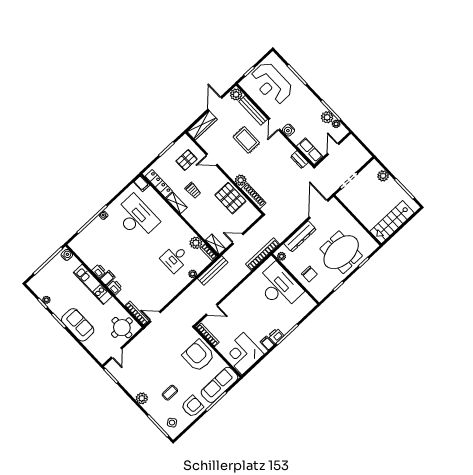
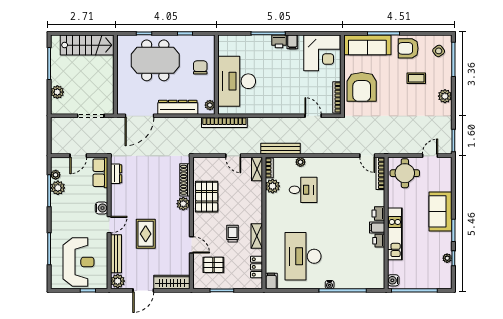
locker: (159, 184) -> (256, 267), width x0.66

